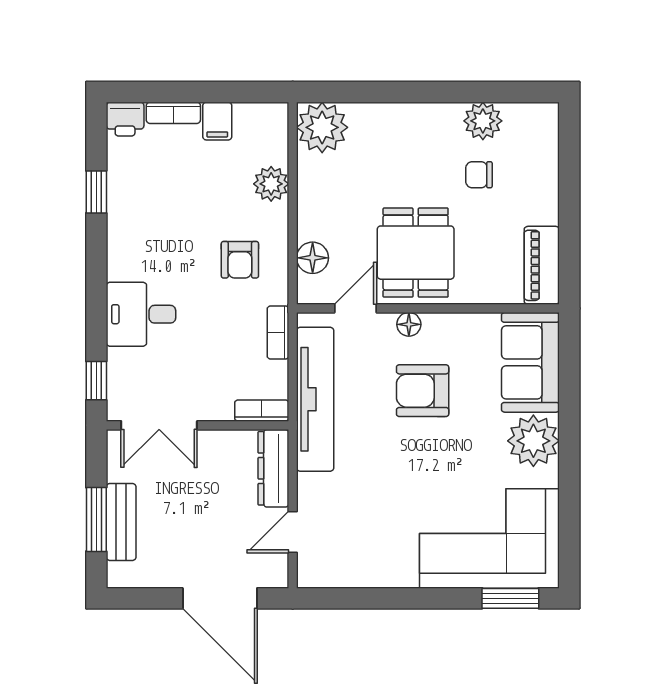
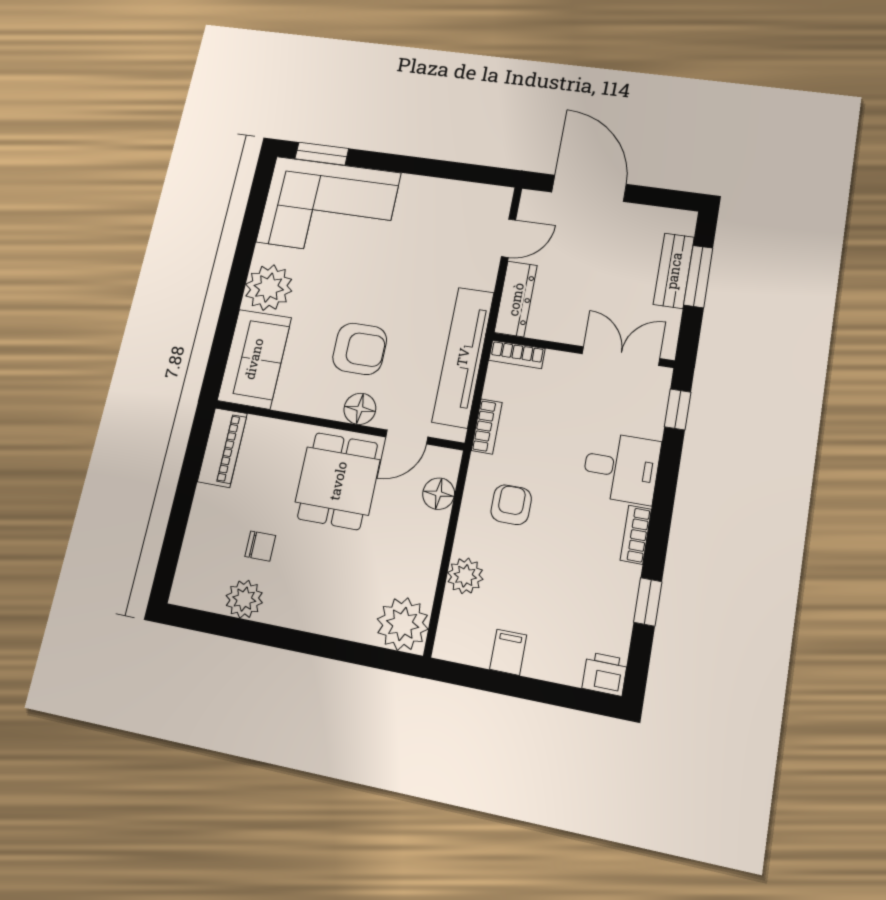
bookcase: (173, 113) -> (636, 535), moved, turned -90
floor lamp: (409, 324) -> (360, 409), width x1.37, depth x1.37

